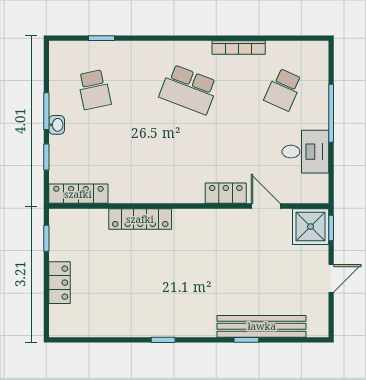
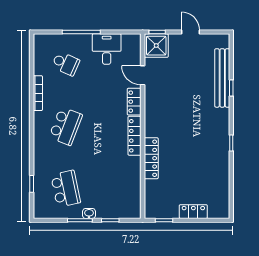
school desk: (94, 89) -> (66, 189), width x1.85
locker: (78, 194) -> (135, 136), moved
door: (266, 206) -> (143, 75), hinge flipped

